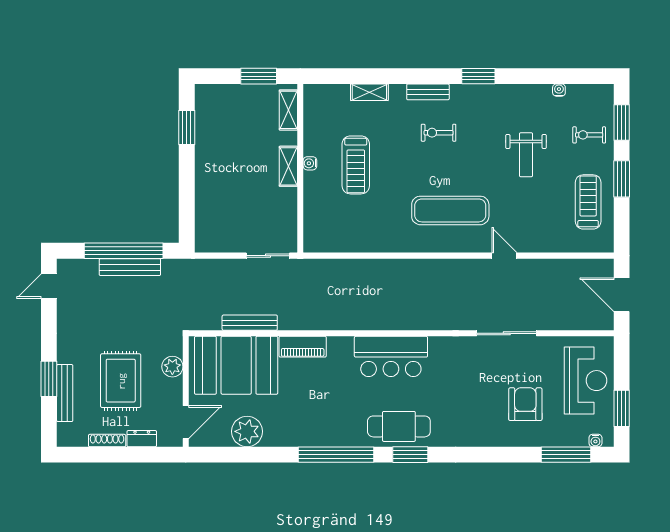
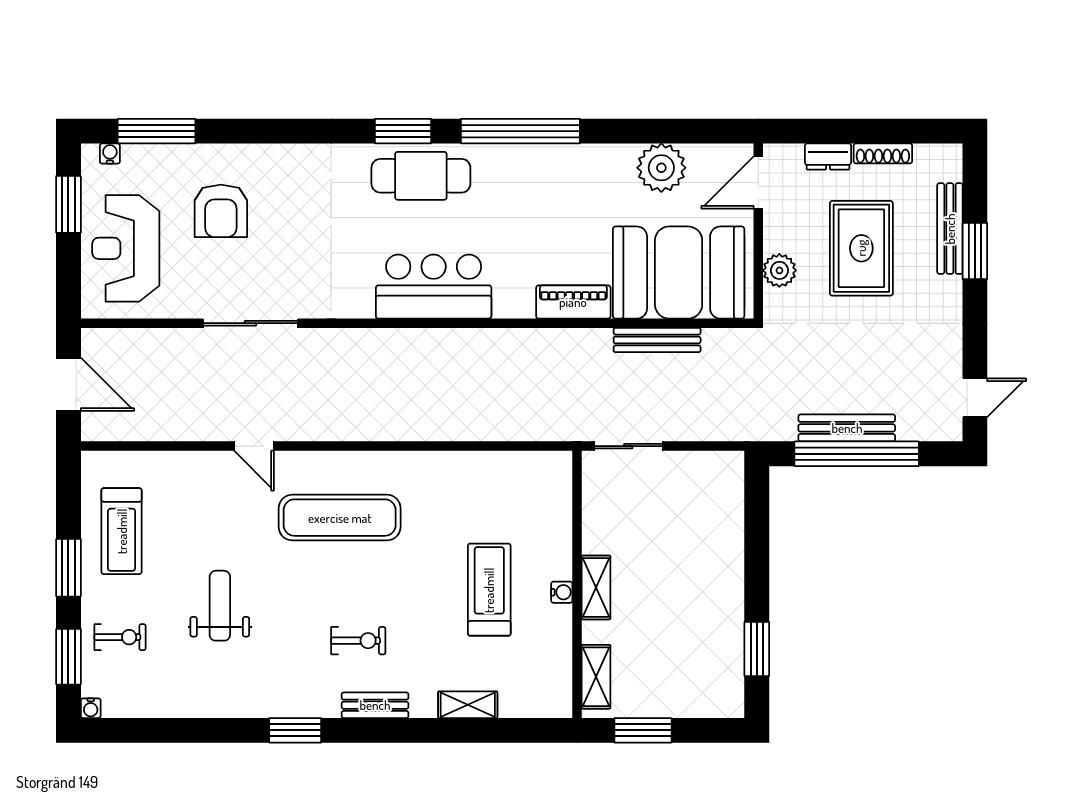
water cooler: (559, 90) -> (91, 708), moved

